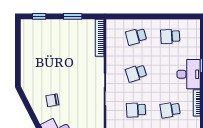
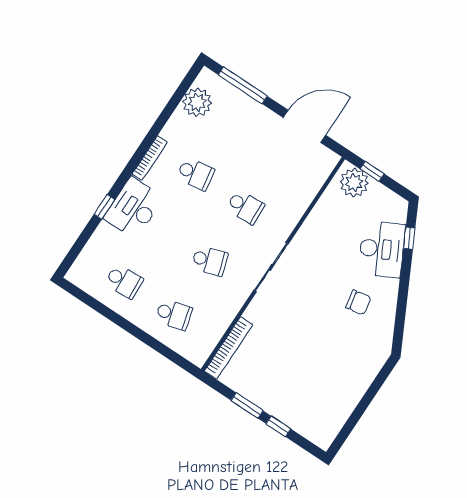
window: (39, 16) -> (278, 426), moved

